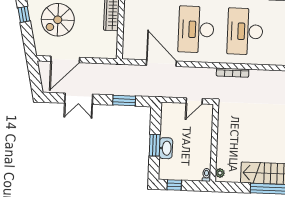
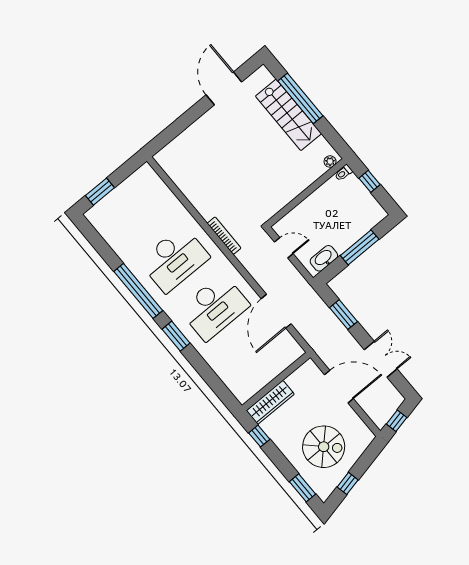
door: (65, 59) -> (339, 387), moved
window: (35, 76) -> (397, 421), added
window: (155, 145) -> (360, 247), width x1.44
washbasin: (166, 148) -> (324, 258), moved
window: (174, 185) -> (369, 181), moved

